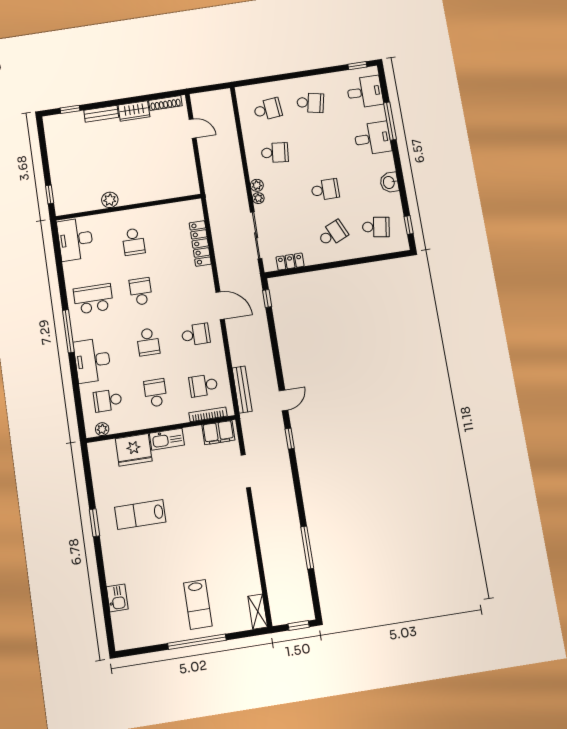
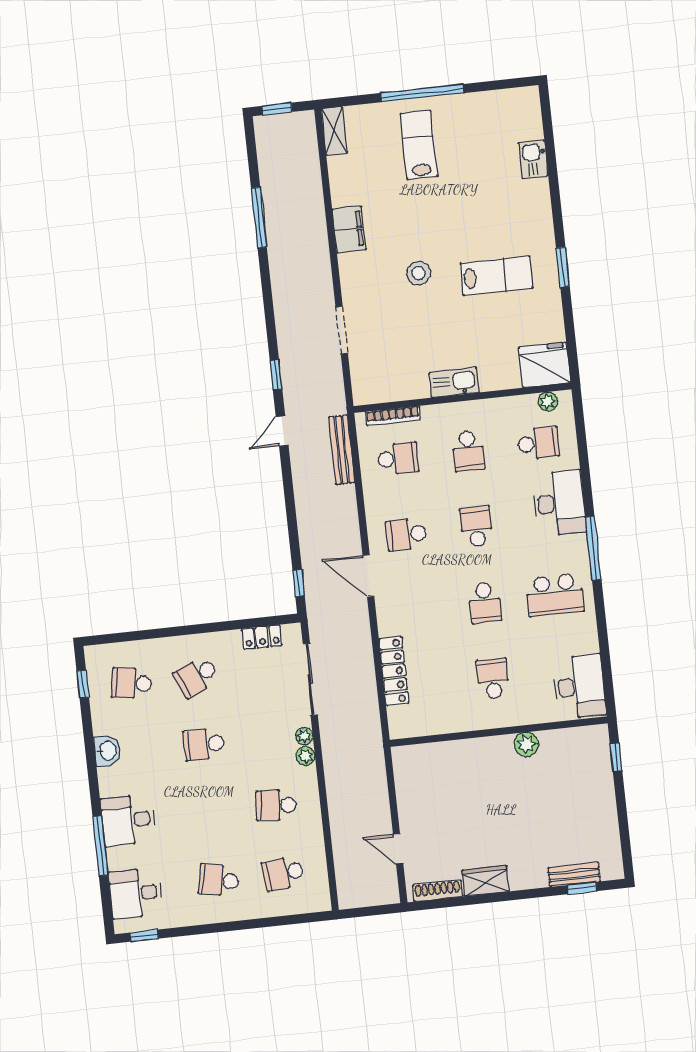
bench: (101, 114) -> (574, 875), moved
filing cabinet: (218, 433) -> (349, 229), moved, turned 90
fridge: (134, 450) -> (545, 365), moved
stool: (194, 514) -> (419, 273), added

